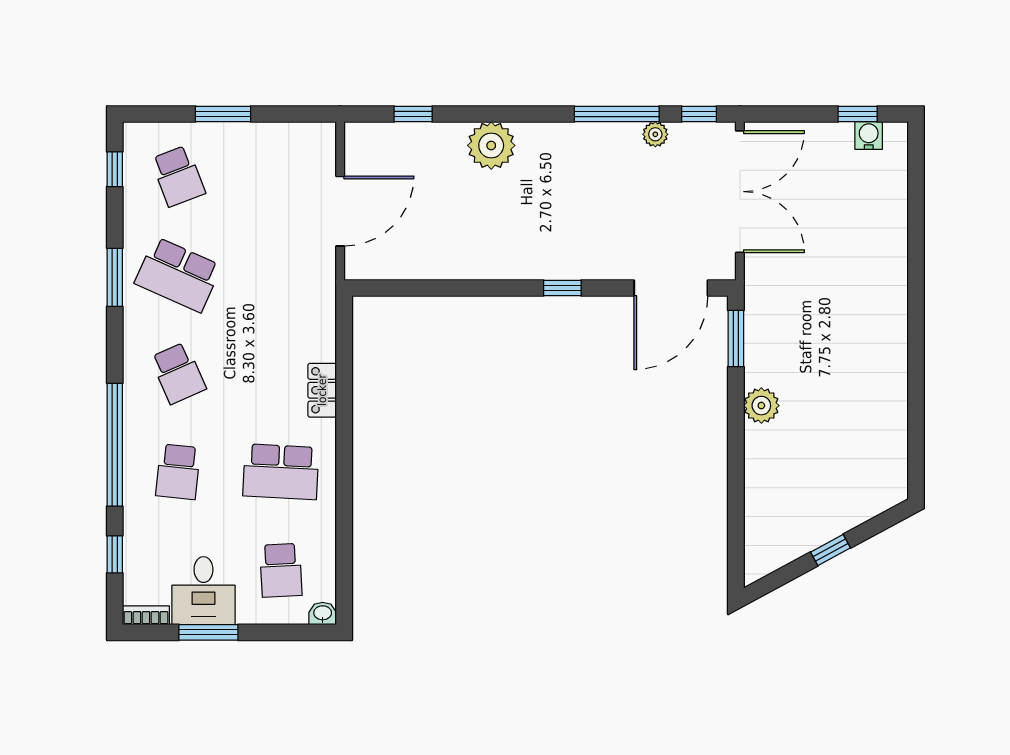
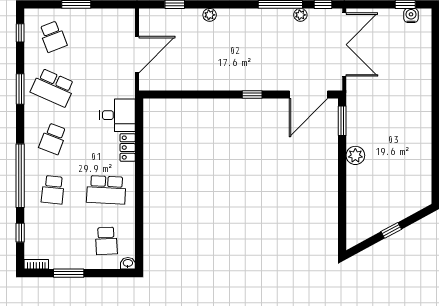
plant: (491, 145) -> (210, 15), width x0.53, depth x0.53
school desk: (178, 373) -> (53, 139), turned 45
desk: (203, 591) -> (117, 115), moved, turned -90

